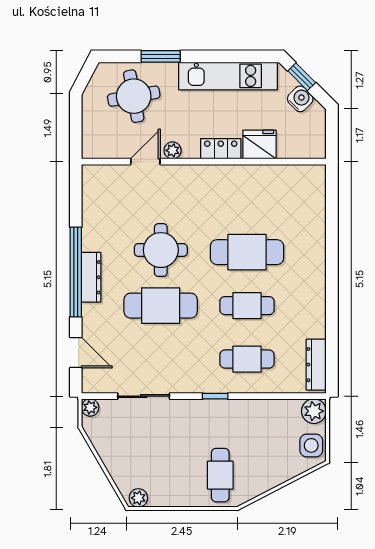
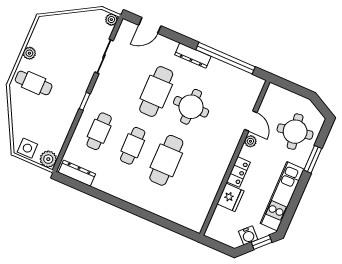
window: (76, 272) -> (226, 58), moved
plant: (138, 498) -> (29, 53), moved

